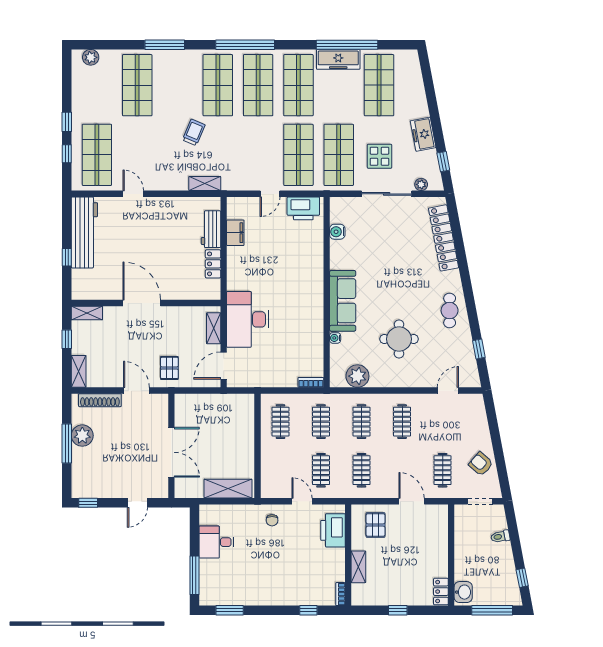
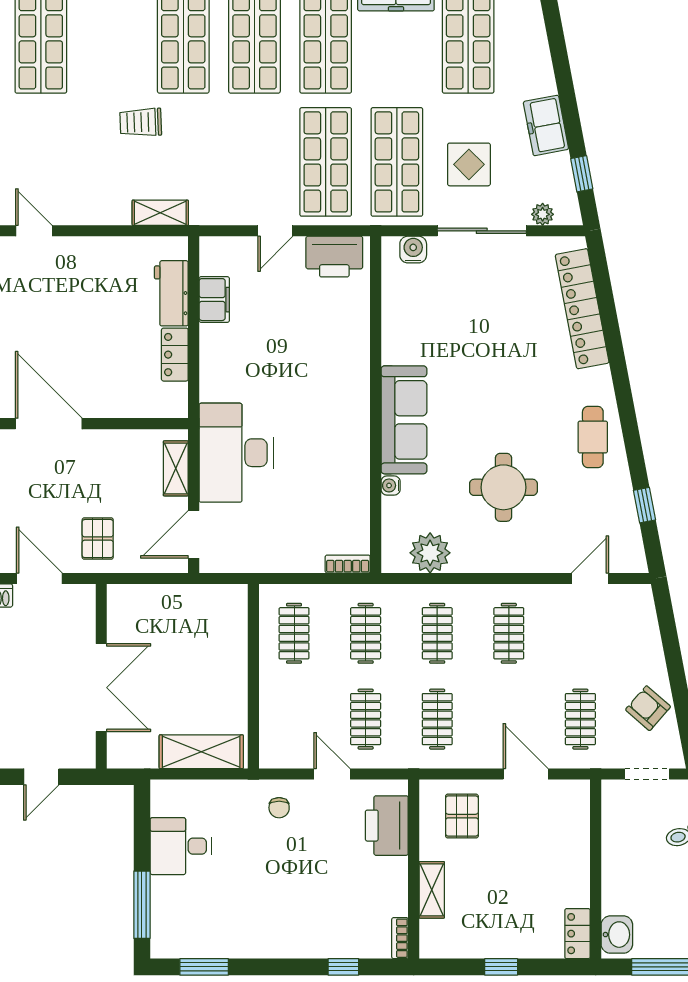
trolley: (194, 132) -> (141, 122), turned -115
water cooler: (337, 232) -> (413, 250), moved, turned 90

